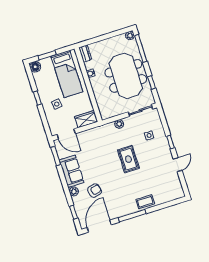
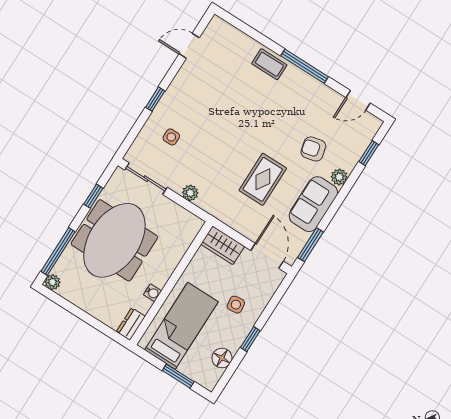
floor lamp: (35, 67) -> (222, 358), moved
rug: (128, 159) -> (263, 179), moved
door: (178, 165) -> (189, 46), moved
door: (99, 226) -> (358, 100), width x0.53

